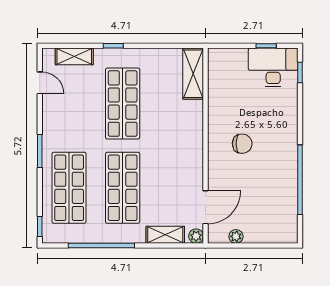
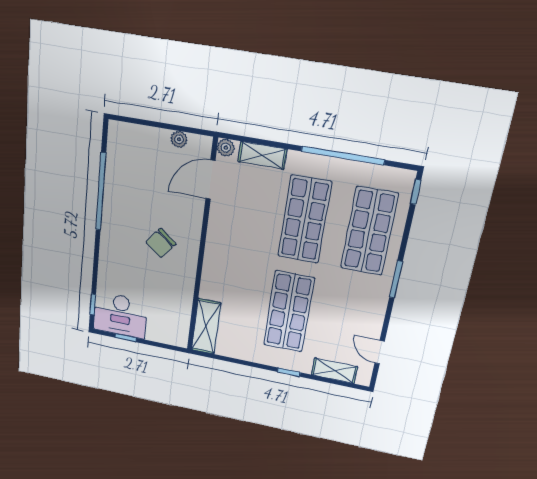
chair: (242, 144) -> (161, 243), turned -52

